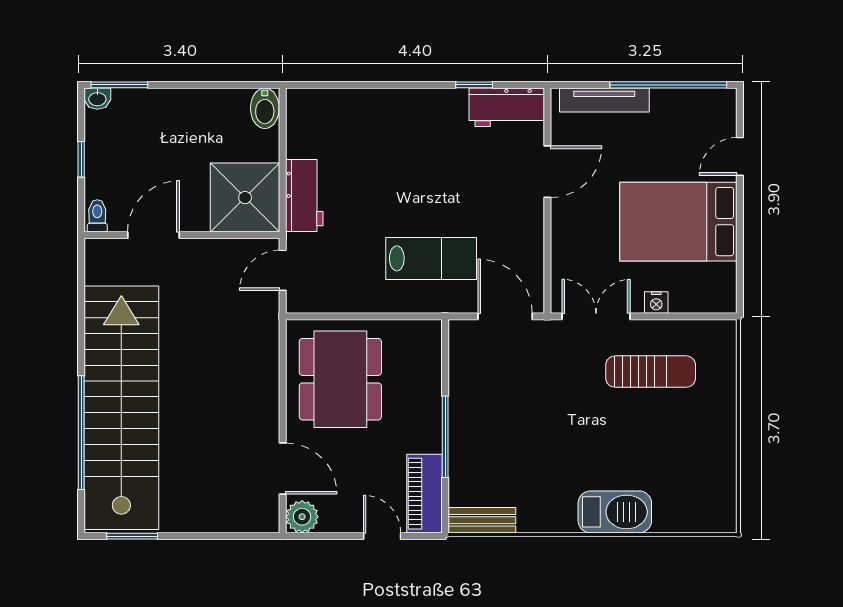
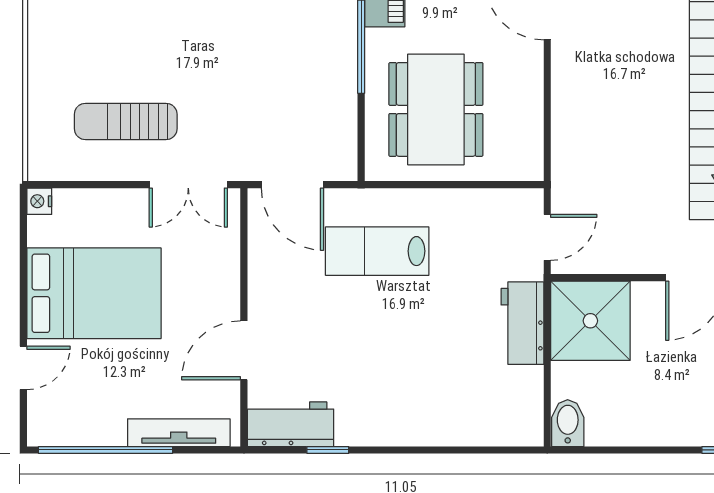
nightstand: (656, 303) -> (39, 201), moved, turned -90
dining table: (340, 379) -> (436, 109), moved

